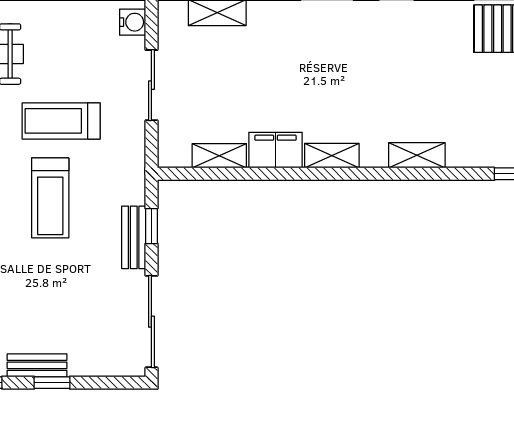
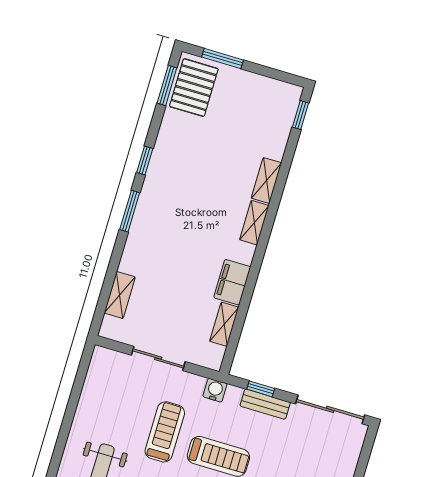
water cooler: (133, 22) -> (215, 390), moved
treadmill: (61, 121) -> (165, 432), turned 180
shelving: (332, 156) -> (254, 223), moved

